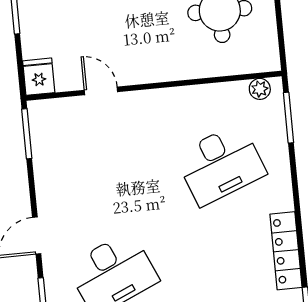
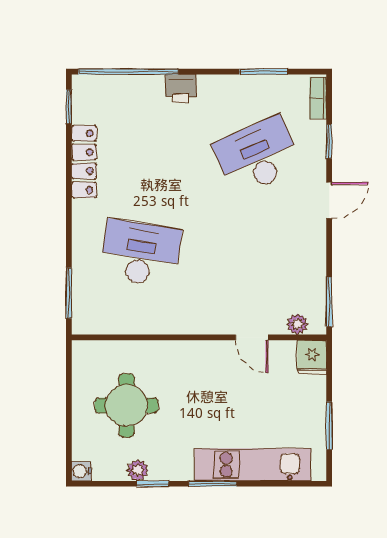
plant: (260, 89) -> (297, 324), moved
desk: (221, 164) -> (140, 253), turned 30

